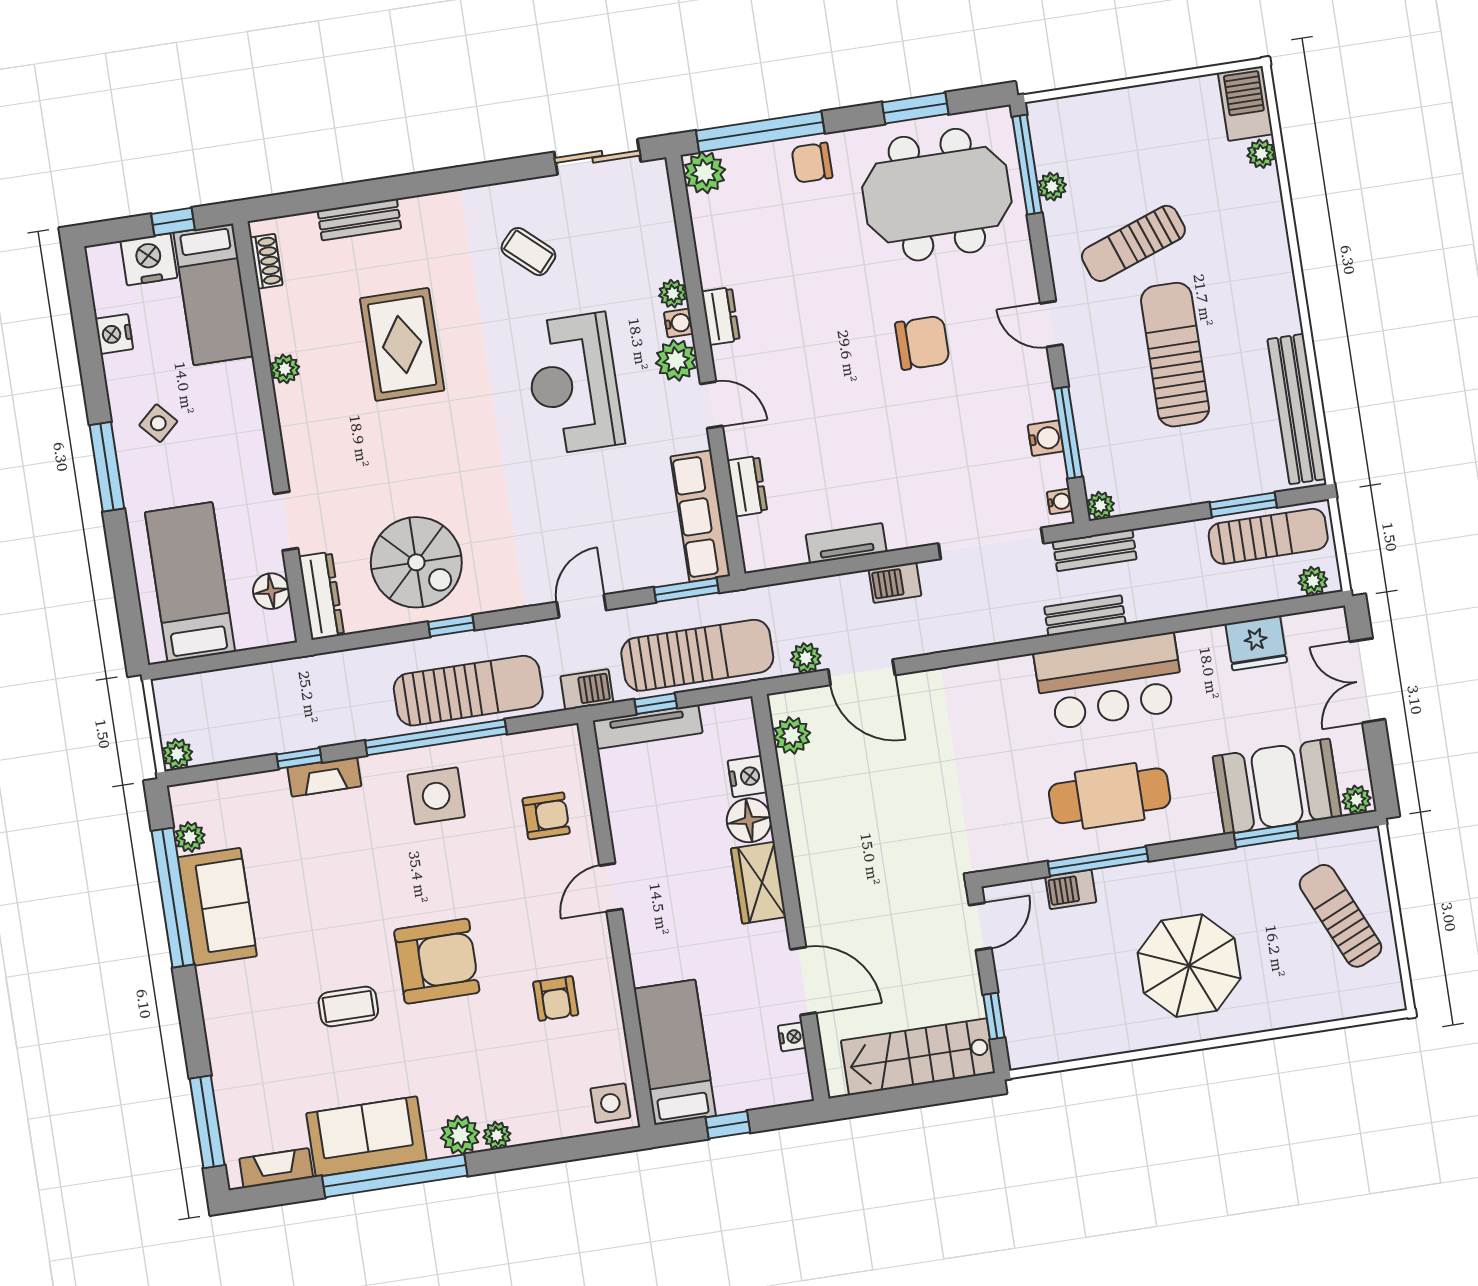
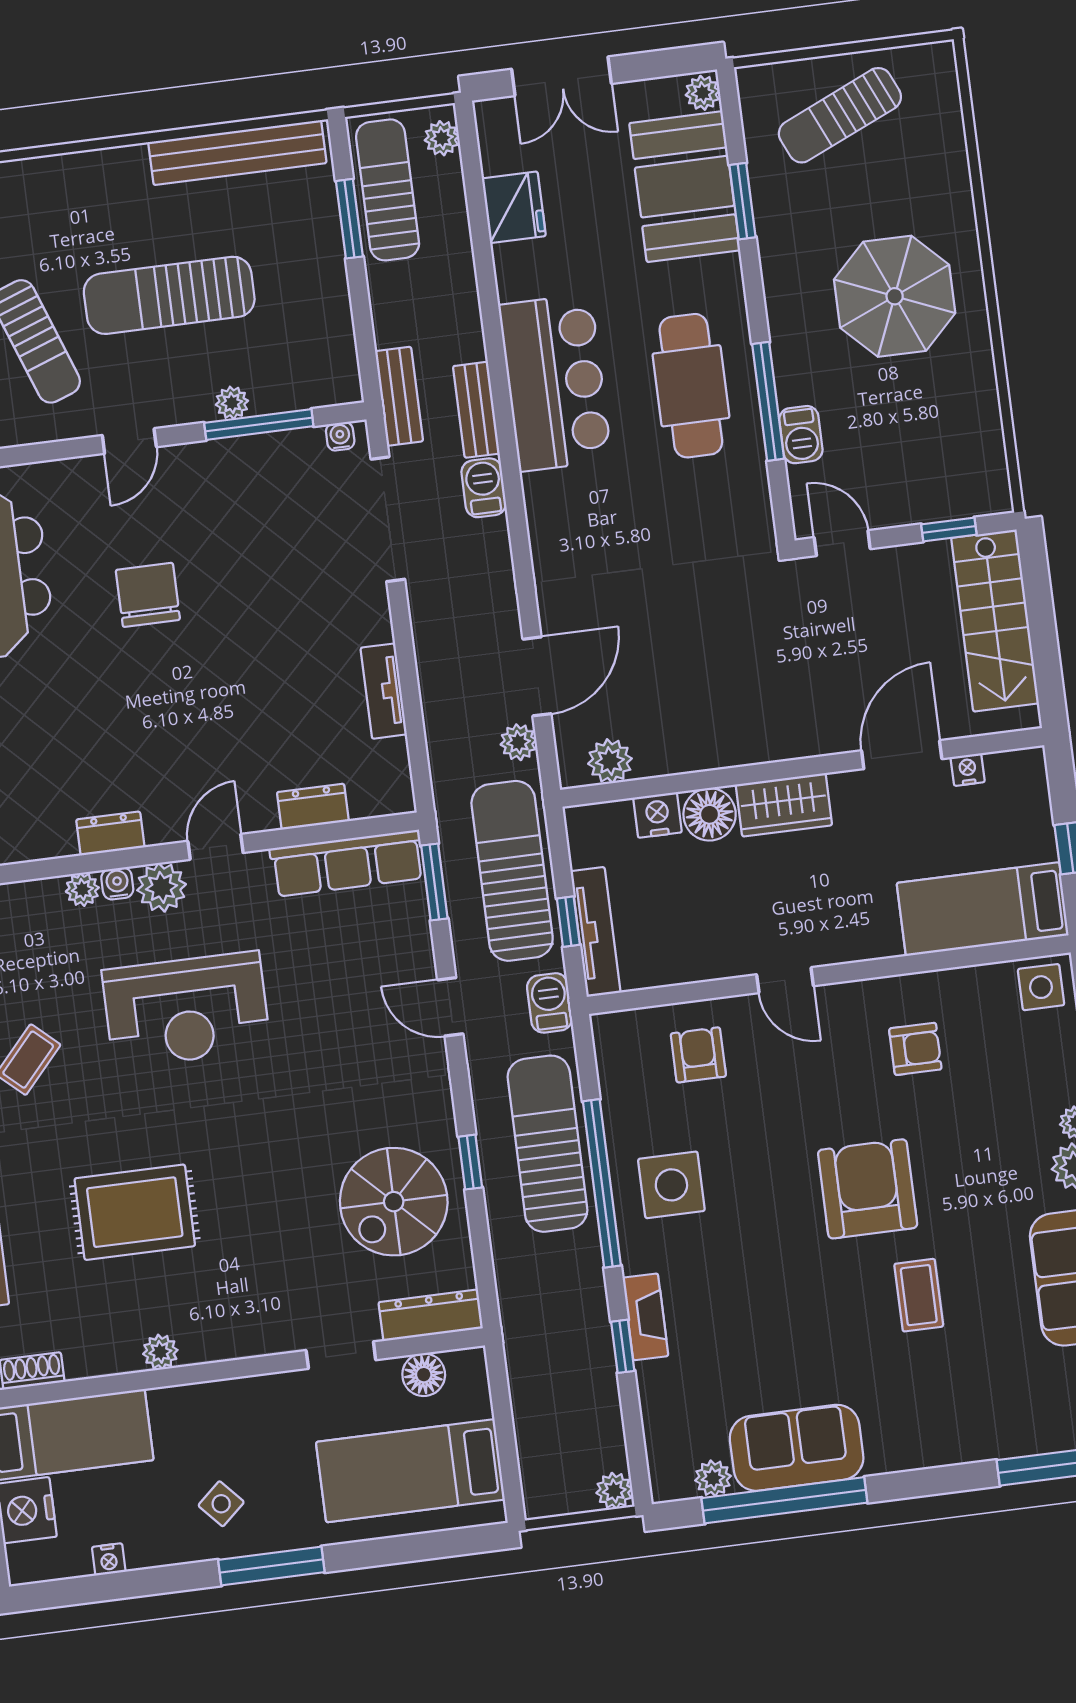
nightstand: (114, 334) -> (109, 1559), width x0.72, depth x0.74
water cooler: (1046, 438) -> (265, 451), removed
plant: (1100, 505) -> (232, 403), moved
spiral stairs: (416, 562) -> (394, 1202), turned 180
barbecue: (895, 583) -> (484, 488), moved, turned 180

